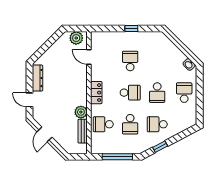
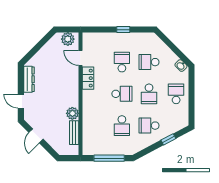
locker: (96, 93) -> (88, 78), moved
school desk: (103, 124) -> (149, 62), moved
window: (160, 147) -> (168, 139), moved

